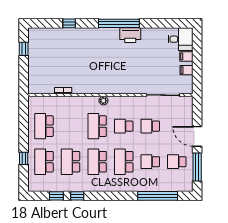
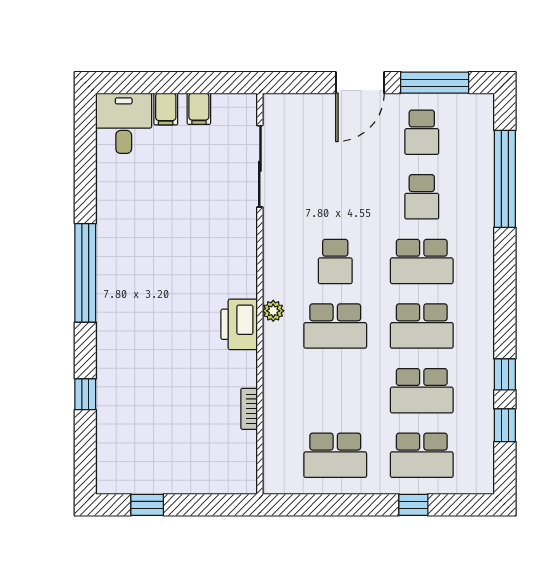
printer: (130, 35) -> (239, 324), moved, turned 180
school desk: (150, 126) -> (335, 197), removed

